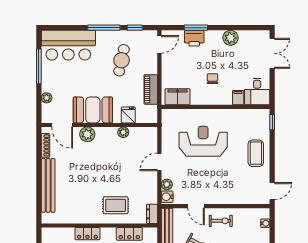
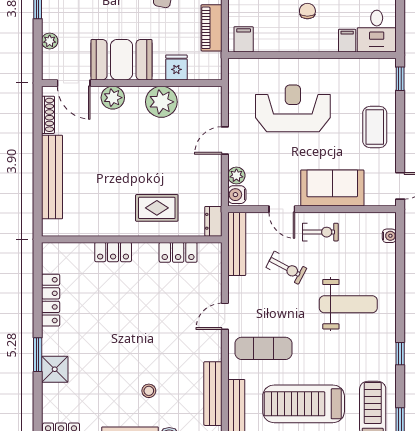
filing cabinet: (178, 97) -> (244, 39), width x0.50
plant: (123, 132) -> (161, 102), width x1.88, depth x1.88
sofa: (228, 192) -> (332, 188), added

